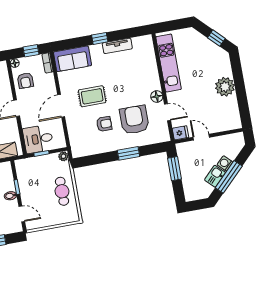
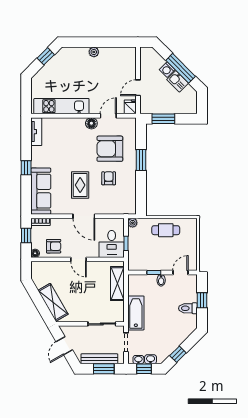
tv unit: (117, 46) -> (36, 132), moved
sofa: (73, 59) -> (41, 191), width x1.36
plant: (225, 87) -> (94, 52), width x0.53, depth x0.53

